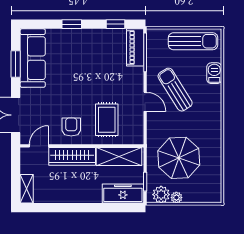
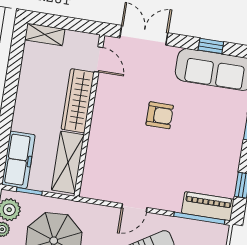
window: (16, 64) -> (211, 46), width x0.67
rug: (107, 120) -> (119, 154), removed
armchair: (71, 127) -> (160, 115), moved

